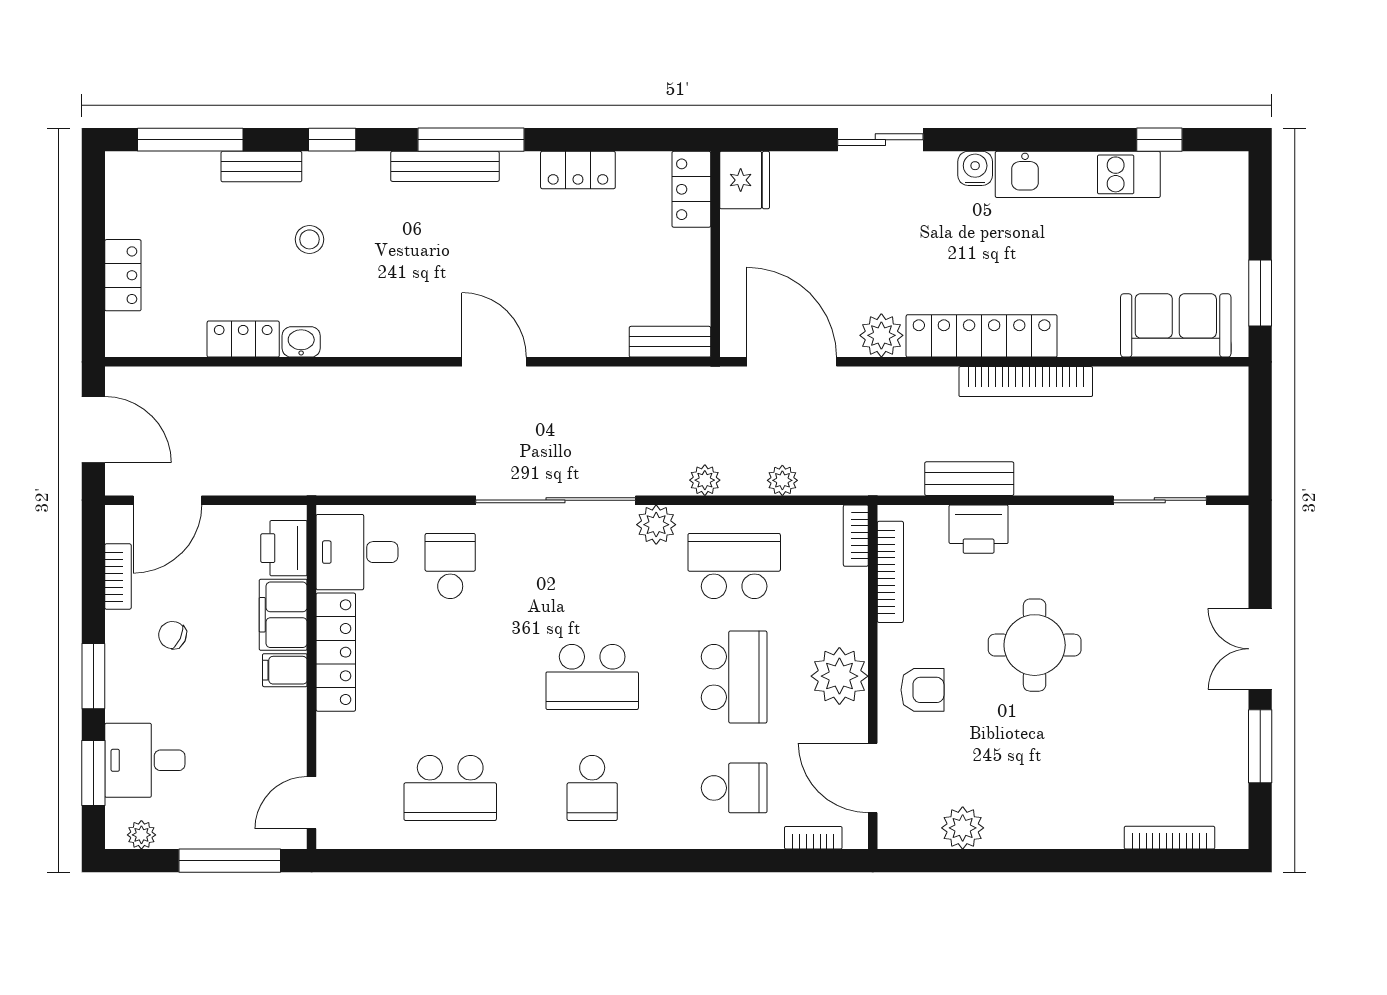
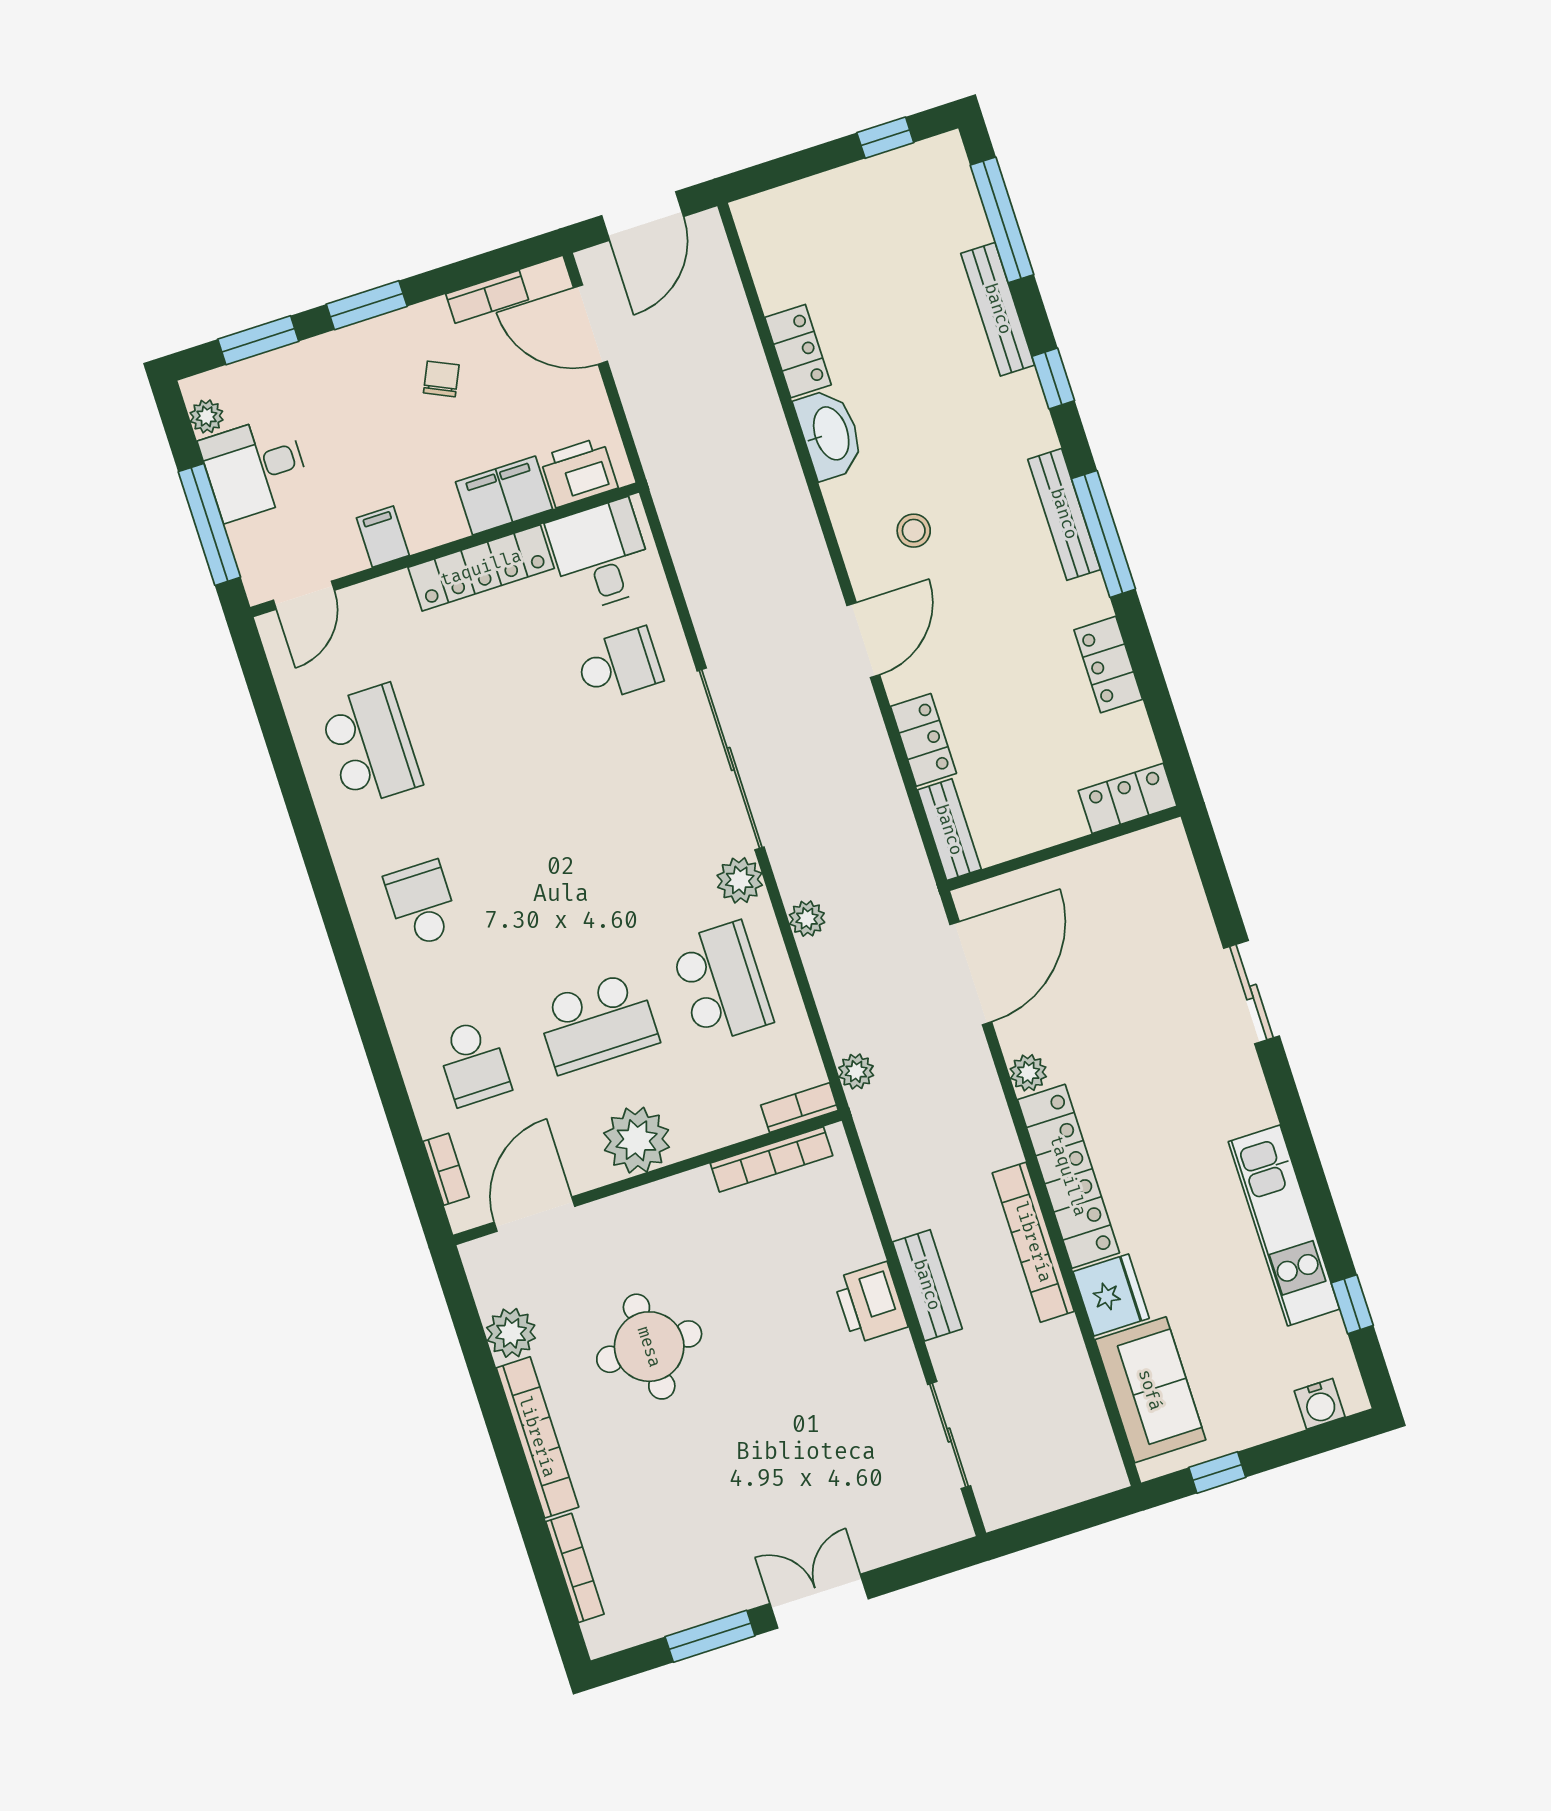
bench: (261, 167) -> (998, 309), width x1.36
water cooler: (975, 168) -> (1320, 1404), moved, turned 90
fridge: (745, 180) -> (1111, 1295), moved, turned -90
window: (93, 213) -> (885, 138), added
stool: (309, 239) -> (914, 531), moved
locker: (123, 275) -> (923, 740), moved, turned -90
window: (1260, 293) -> (1217, 1472), width x0.67
plant: (881, 335) -> (1028, 1073), width x0.73, depth x0.73
washbasin: (301, 342) -> (830, 434), width x1.91, depth x1.45
bench: (969, 479) -> (927, 1285), moved
plant: (782, 480) -> (856, 1072), moved
printer: (979, 529) -> (871, 1303), moved
round table: (1035, 645) -> (649, 1347), moved
filing cabinet: (285, 670) -> (383, 537), moved
school desk: (592, 677) -> (546, 864), removed
armchair: (922, 690) -> (651, 1238), removed
desk: (145, 760) -> (255, 468), moved, turned -90
school desk: (450, 788) -> (371, 745), turned 180
school desk: (592, 788) -> (422, 904), turned 90
door: (312, 803) -> (304, 595), swing flipped
bookcase: (1054, 834) -> (537, 1437), added

